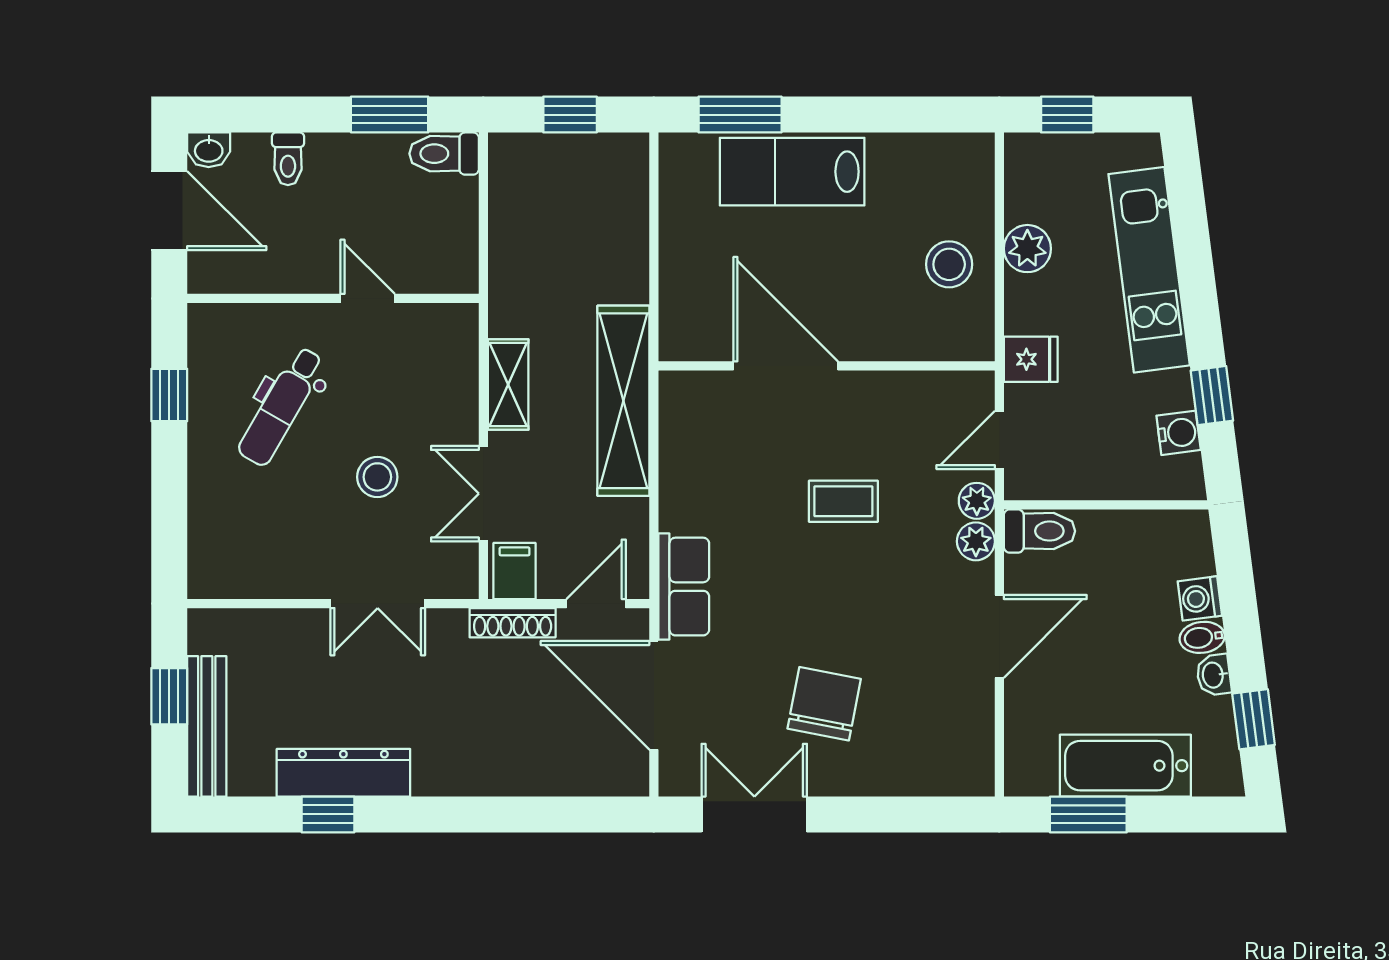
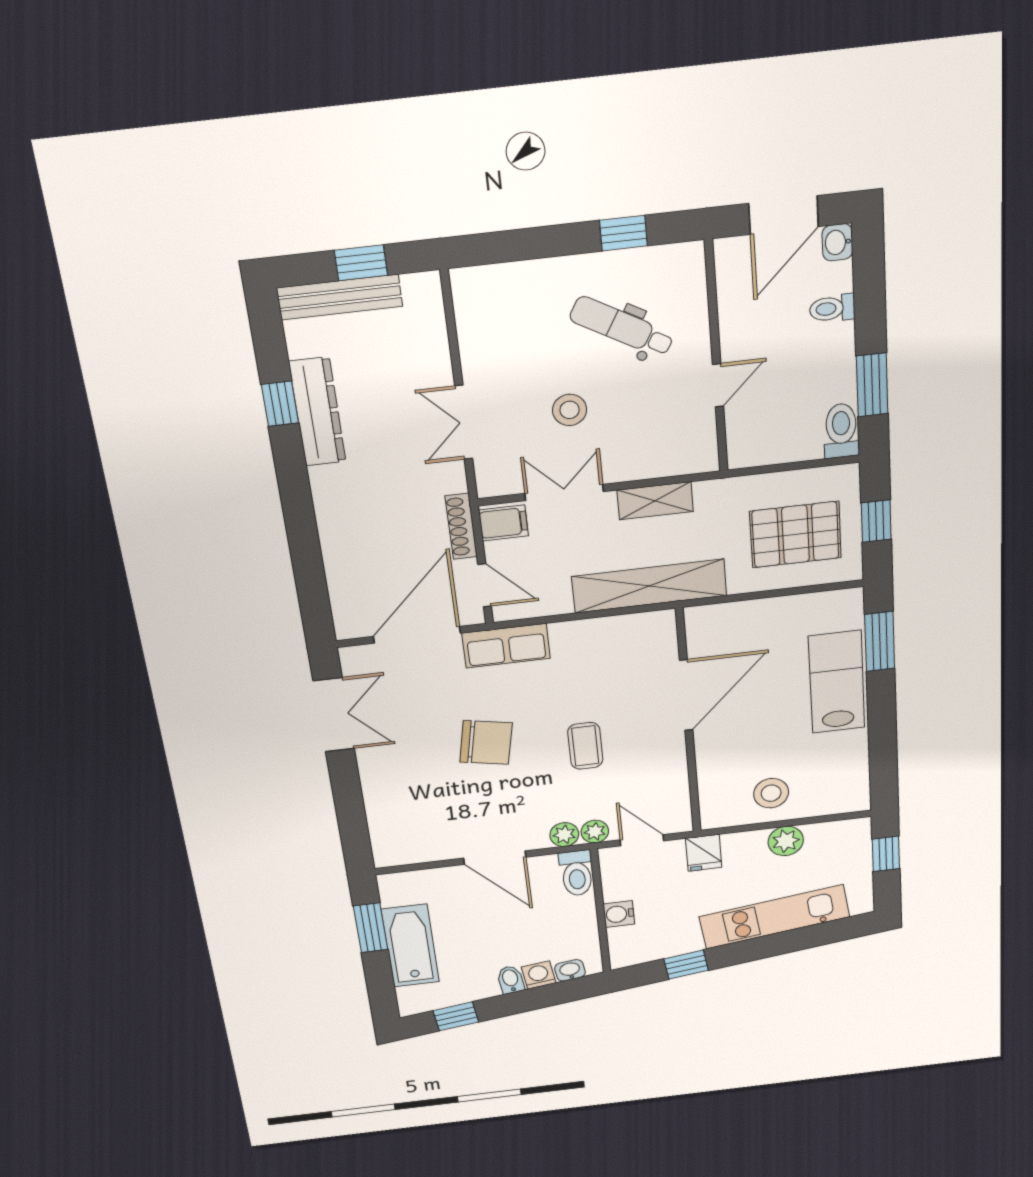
pallet: (576, 215) -> (796, 535), added
water cooler: (1179, 433) -> (619, 914), moved, turned 97
washbasin: (1214, 675) -> (570, 970), moved
chair: (824, 704) -> (486, 743), moved

